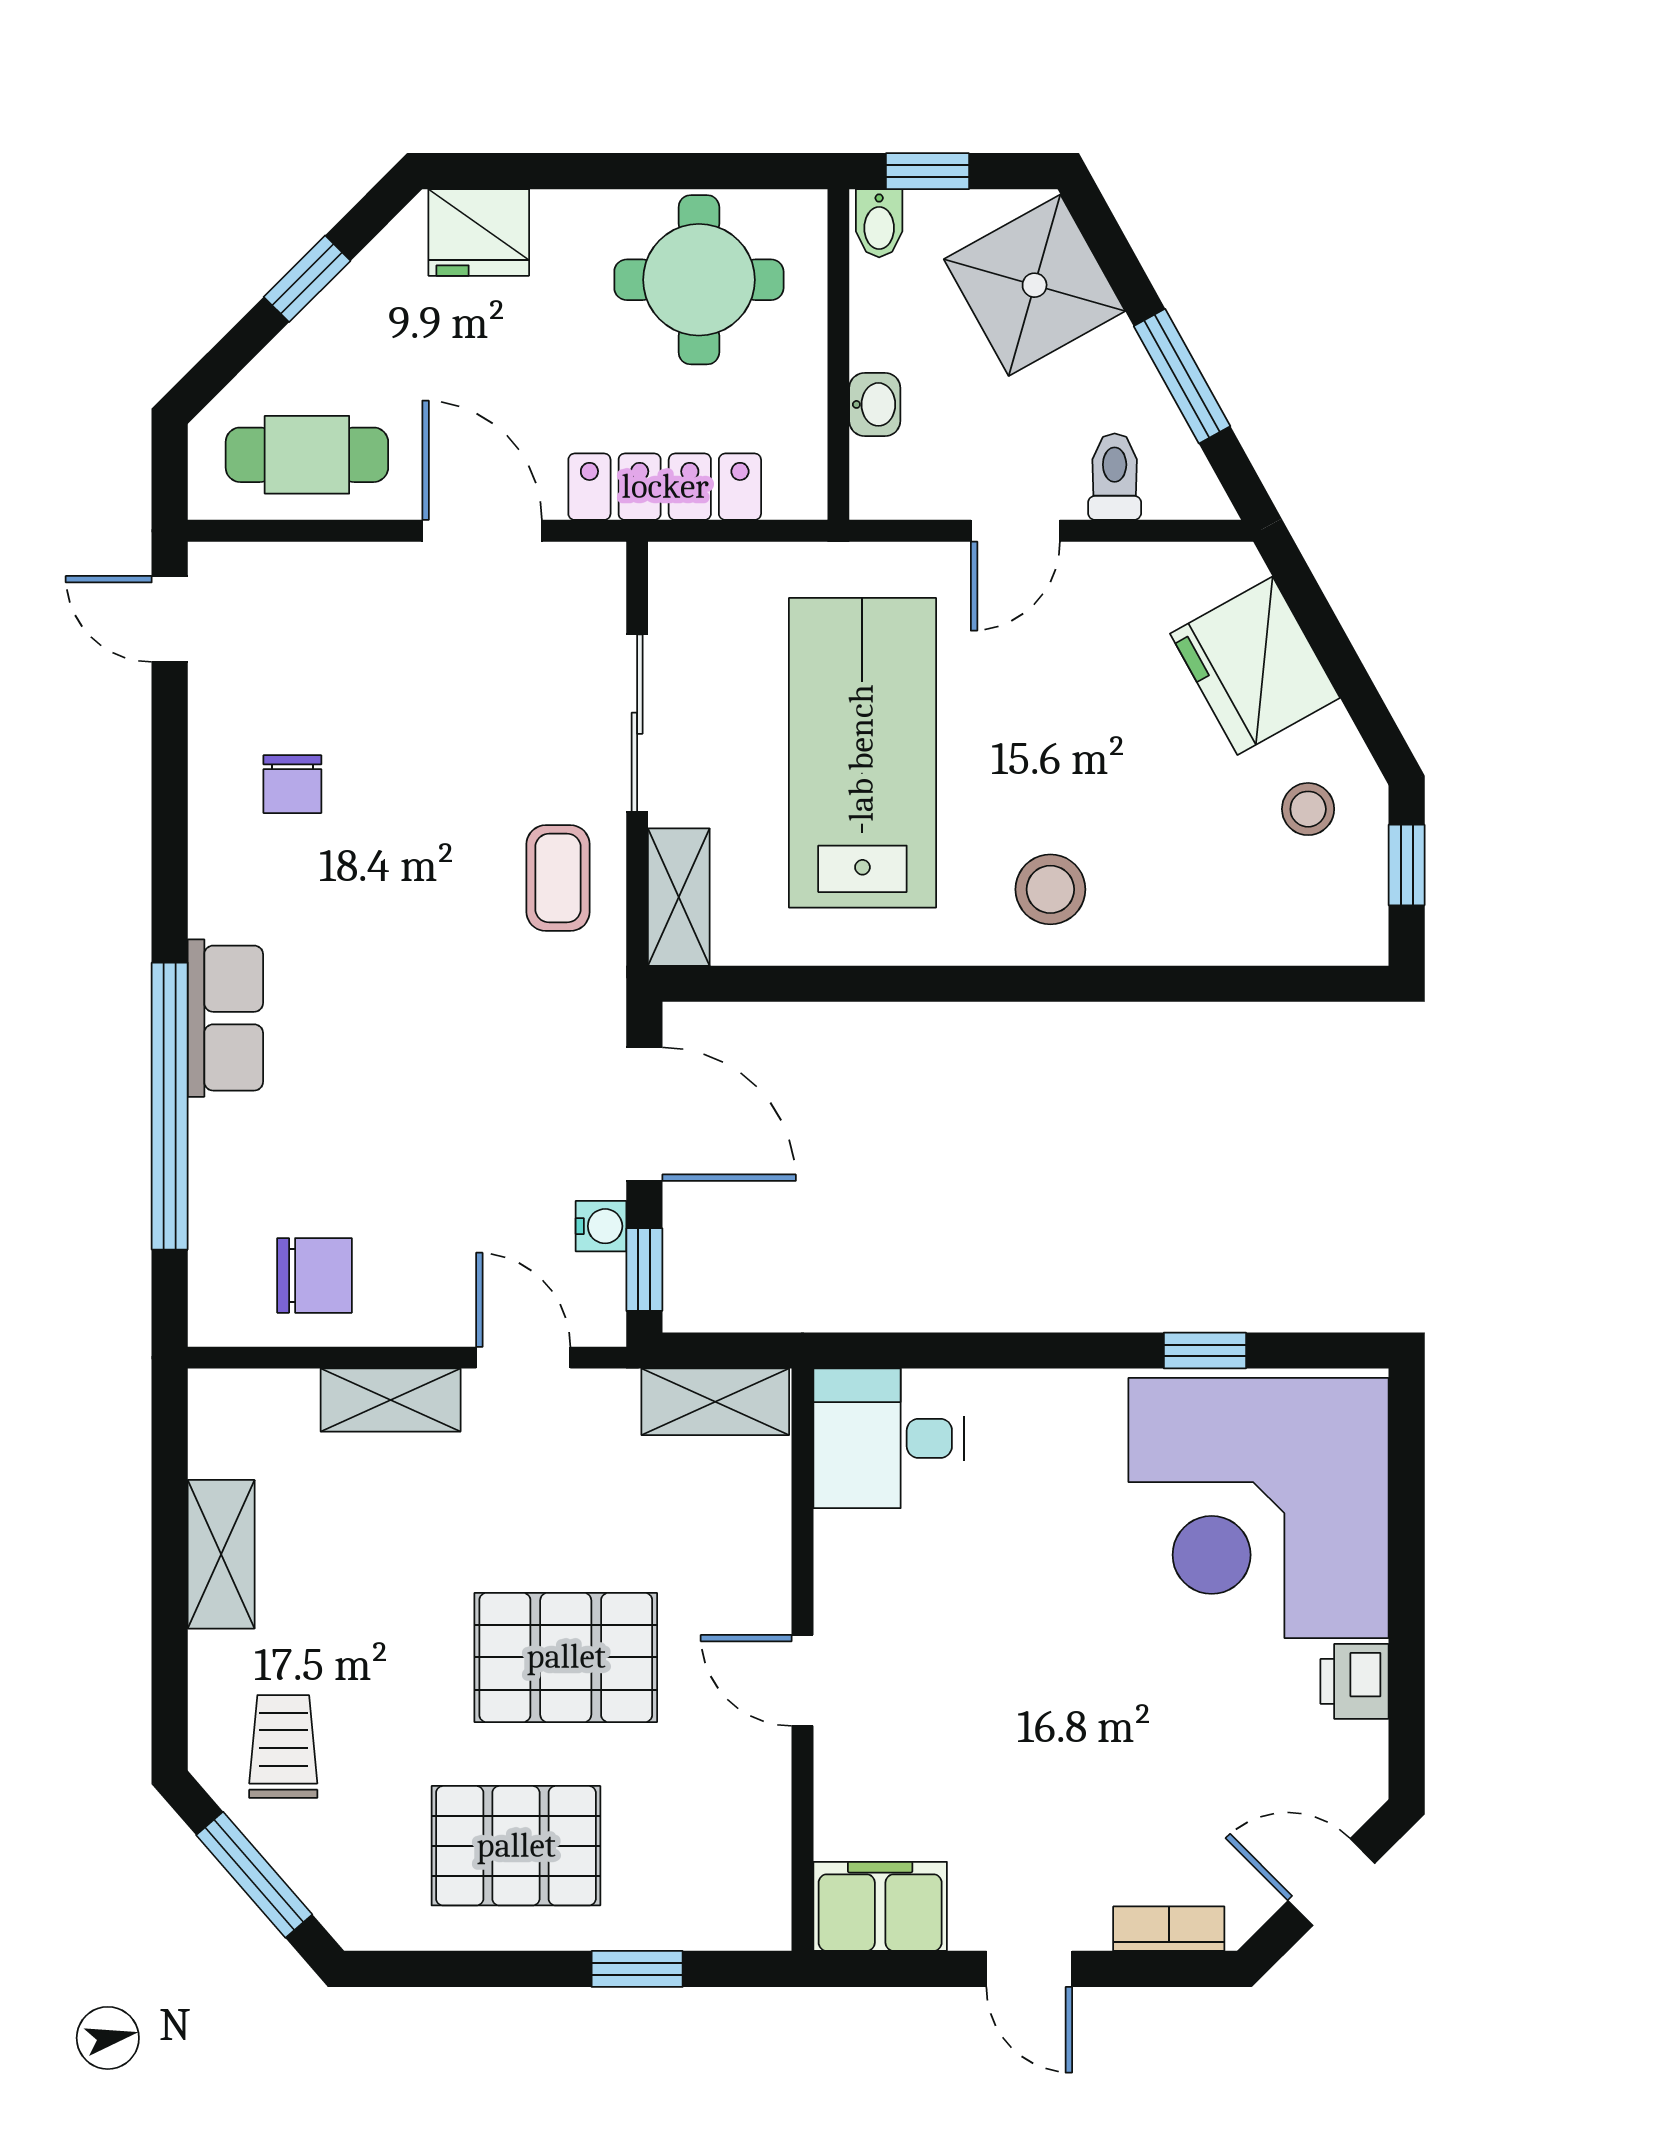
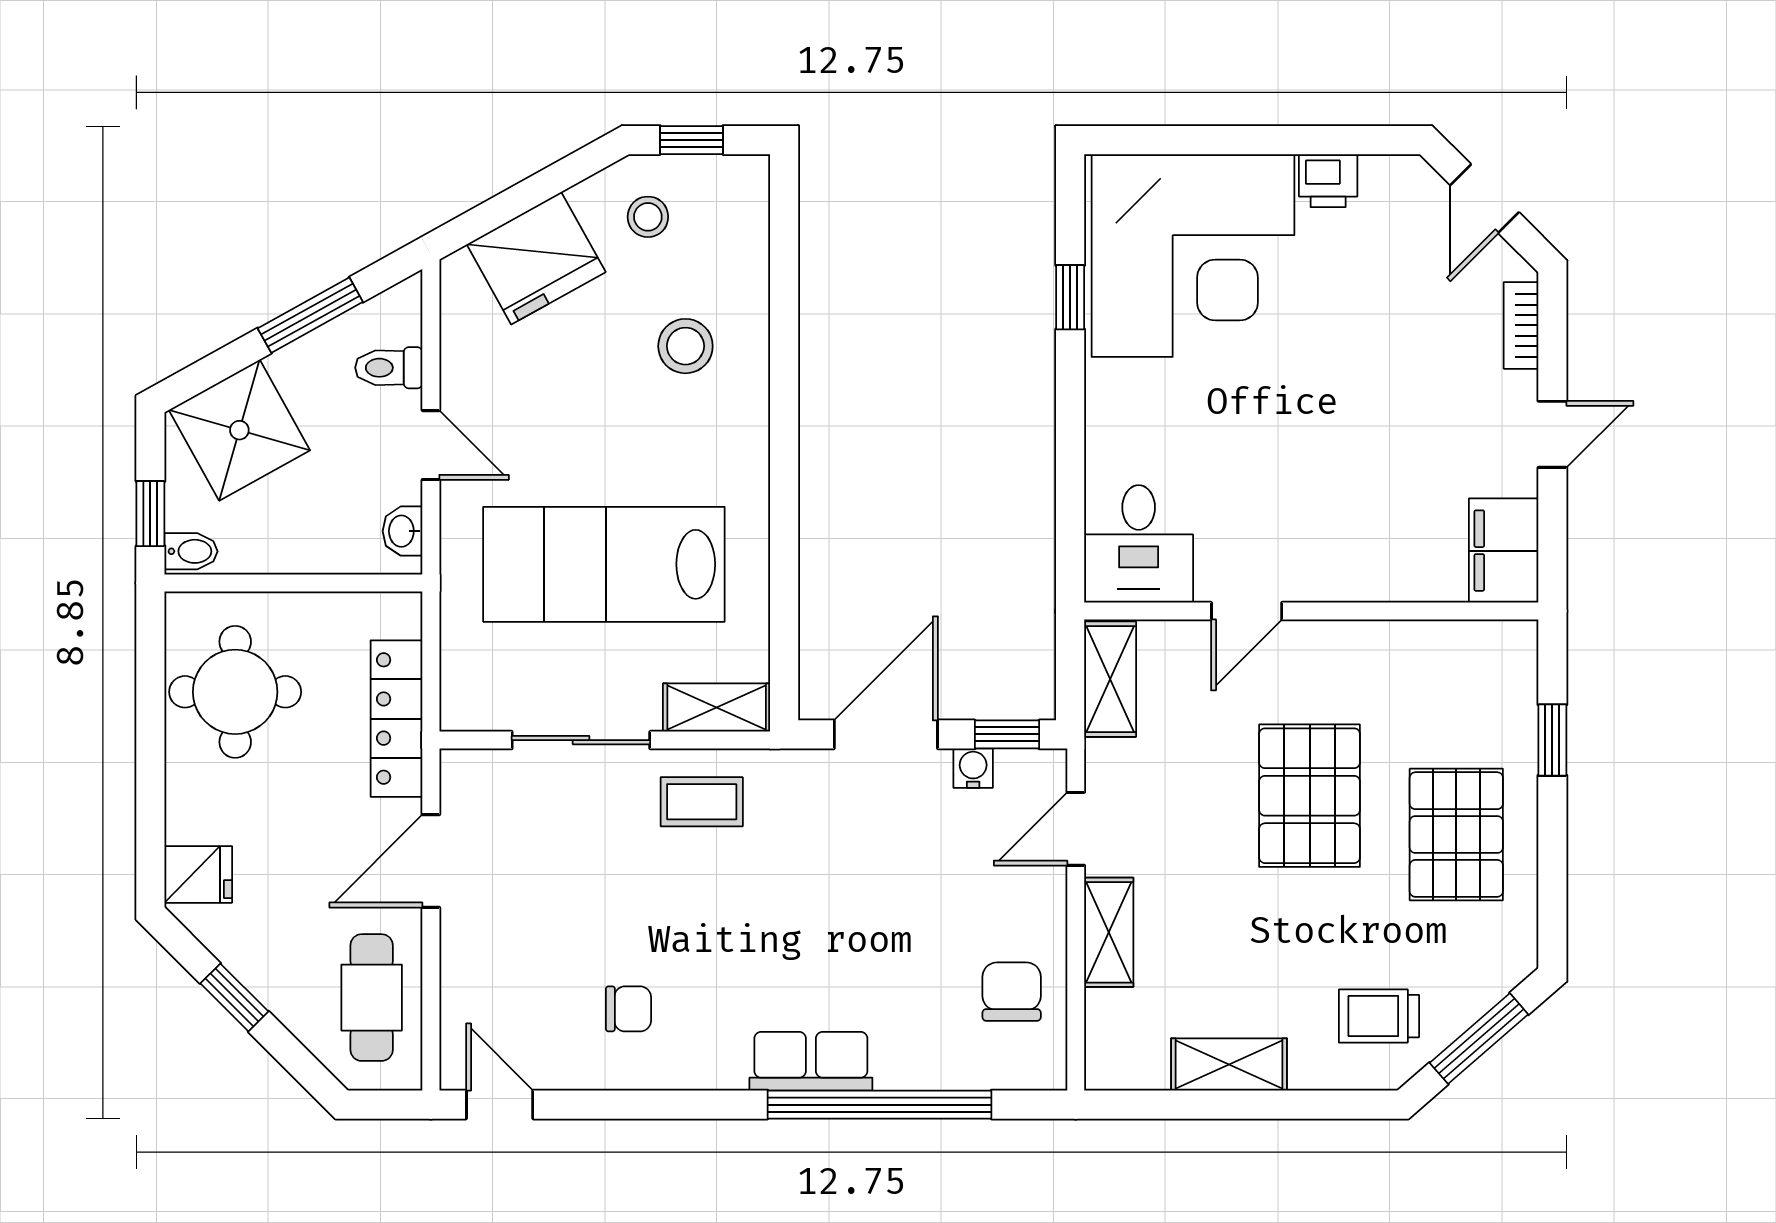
fridge: (479, 232) -> (198, 874), width x0.72
washbasin: (875, 404) -> (403, 531), moved, turned -90
door: (170, 619) -> (500, 1105), swing flipped
stool: (1050, 889) -> (685, 346), moved
door: (803, 1680) -> (1247, 611), moved

